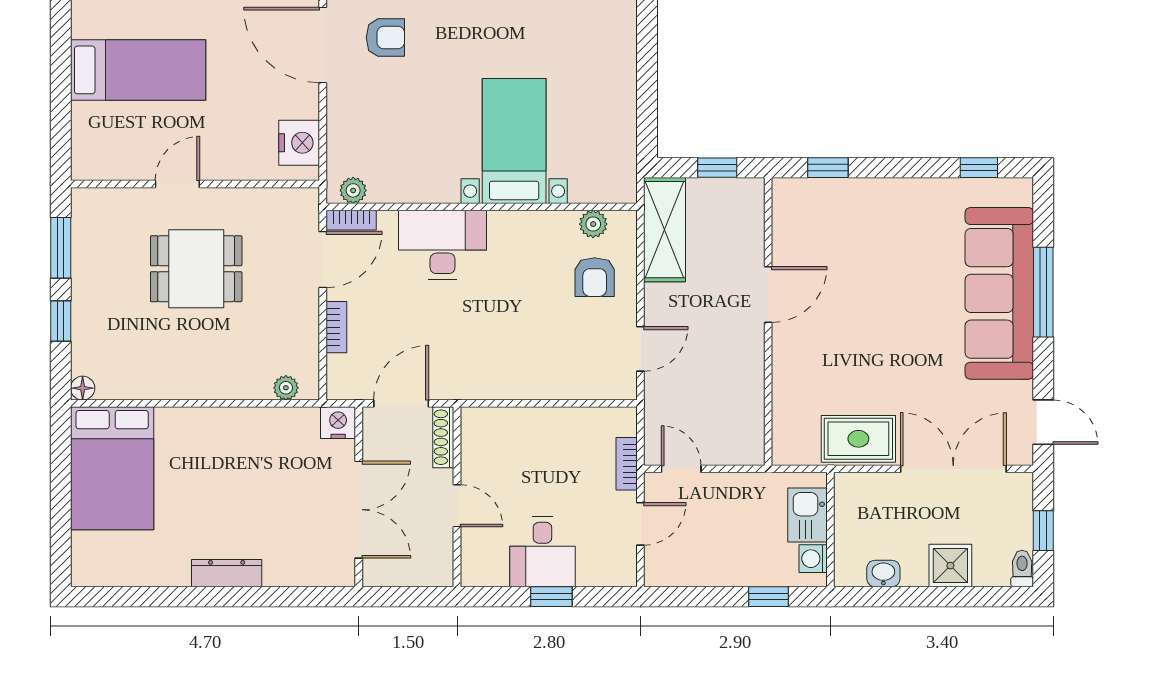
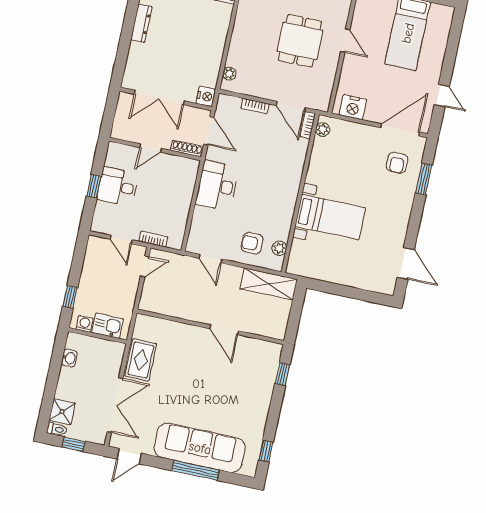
window: (717, 168) -> (294, 318), removed
desk: (443, 245) -> (217, 186), moved, turned 180
shower: (950, 566) -> (62, 412), moved

